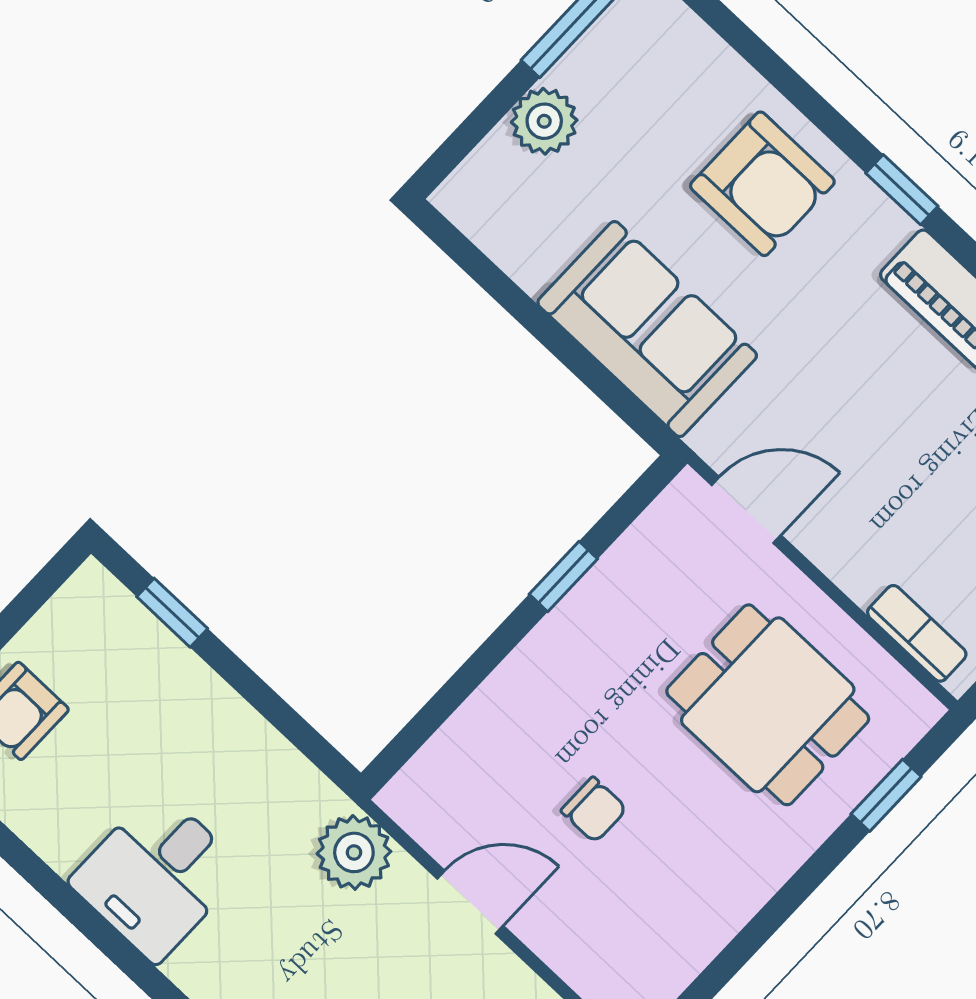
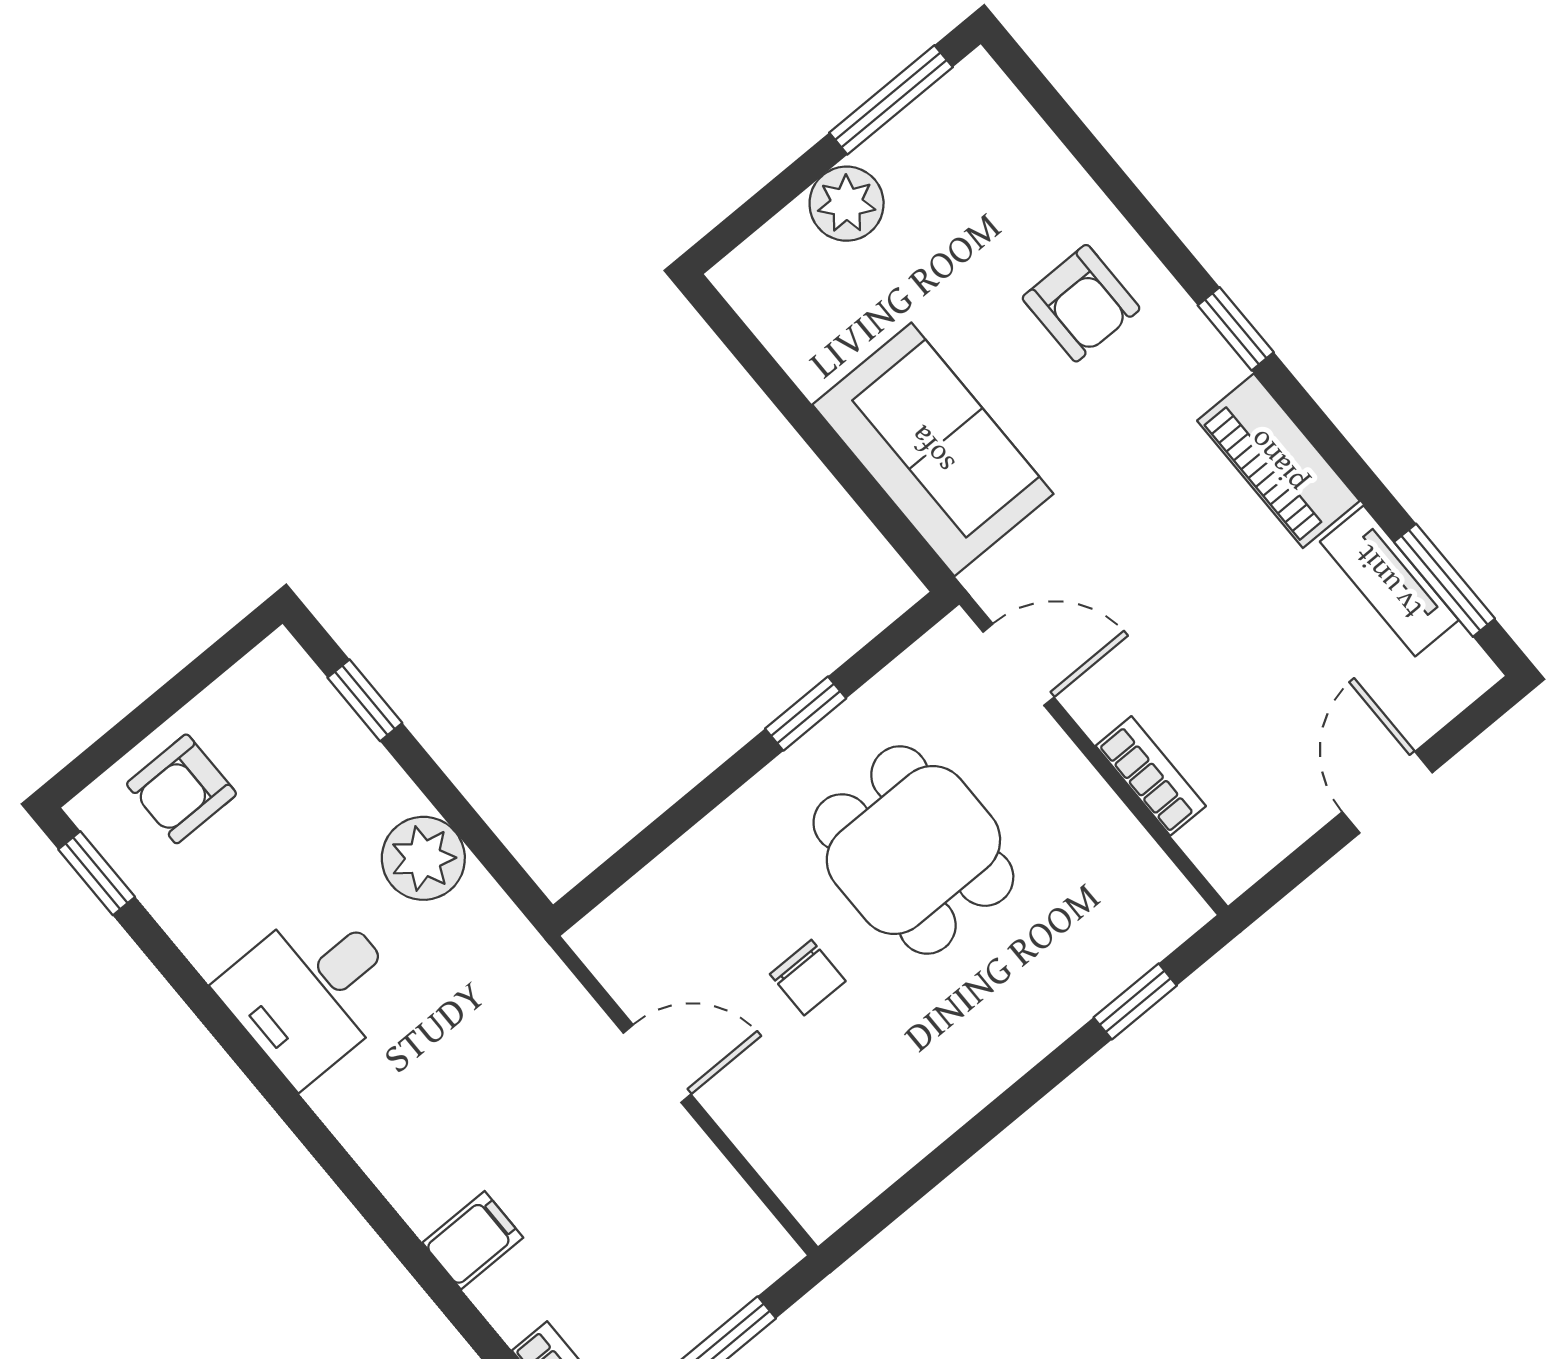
armchair: (762, 184) -> (1081, 303), width x0.72, depth x0.72
bookcase: (917, 633) -> (1151, 776), moved
dining table: (768, 705) -> (913, 850), moved
plant: (354, 852) -> (423, 858), moved

